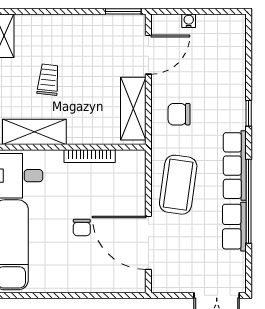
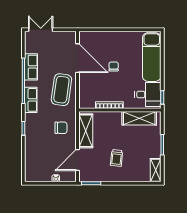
trolley: (48, 80) -> (117, 158), moved
row of seats: (235, 166) -> (31, 100), width x0.68

